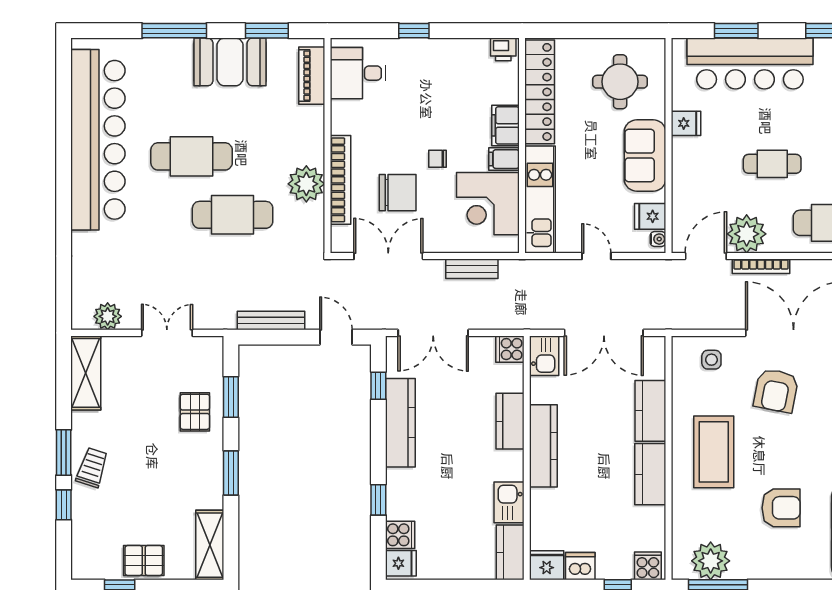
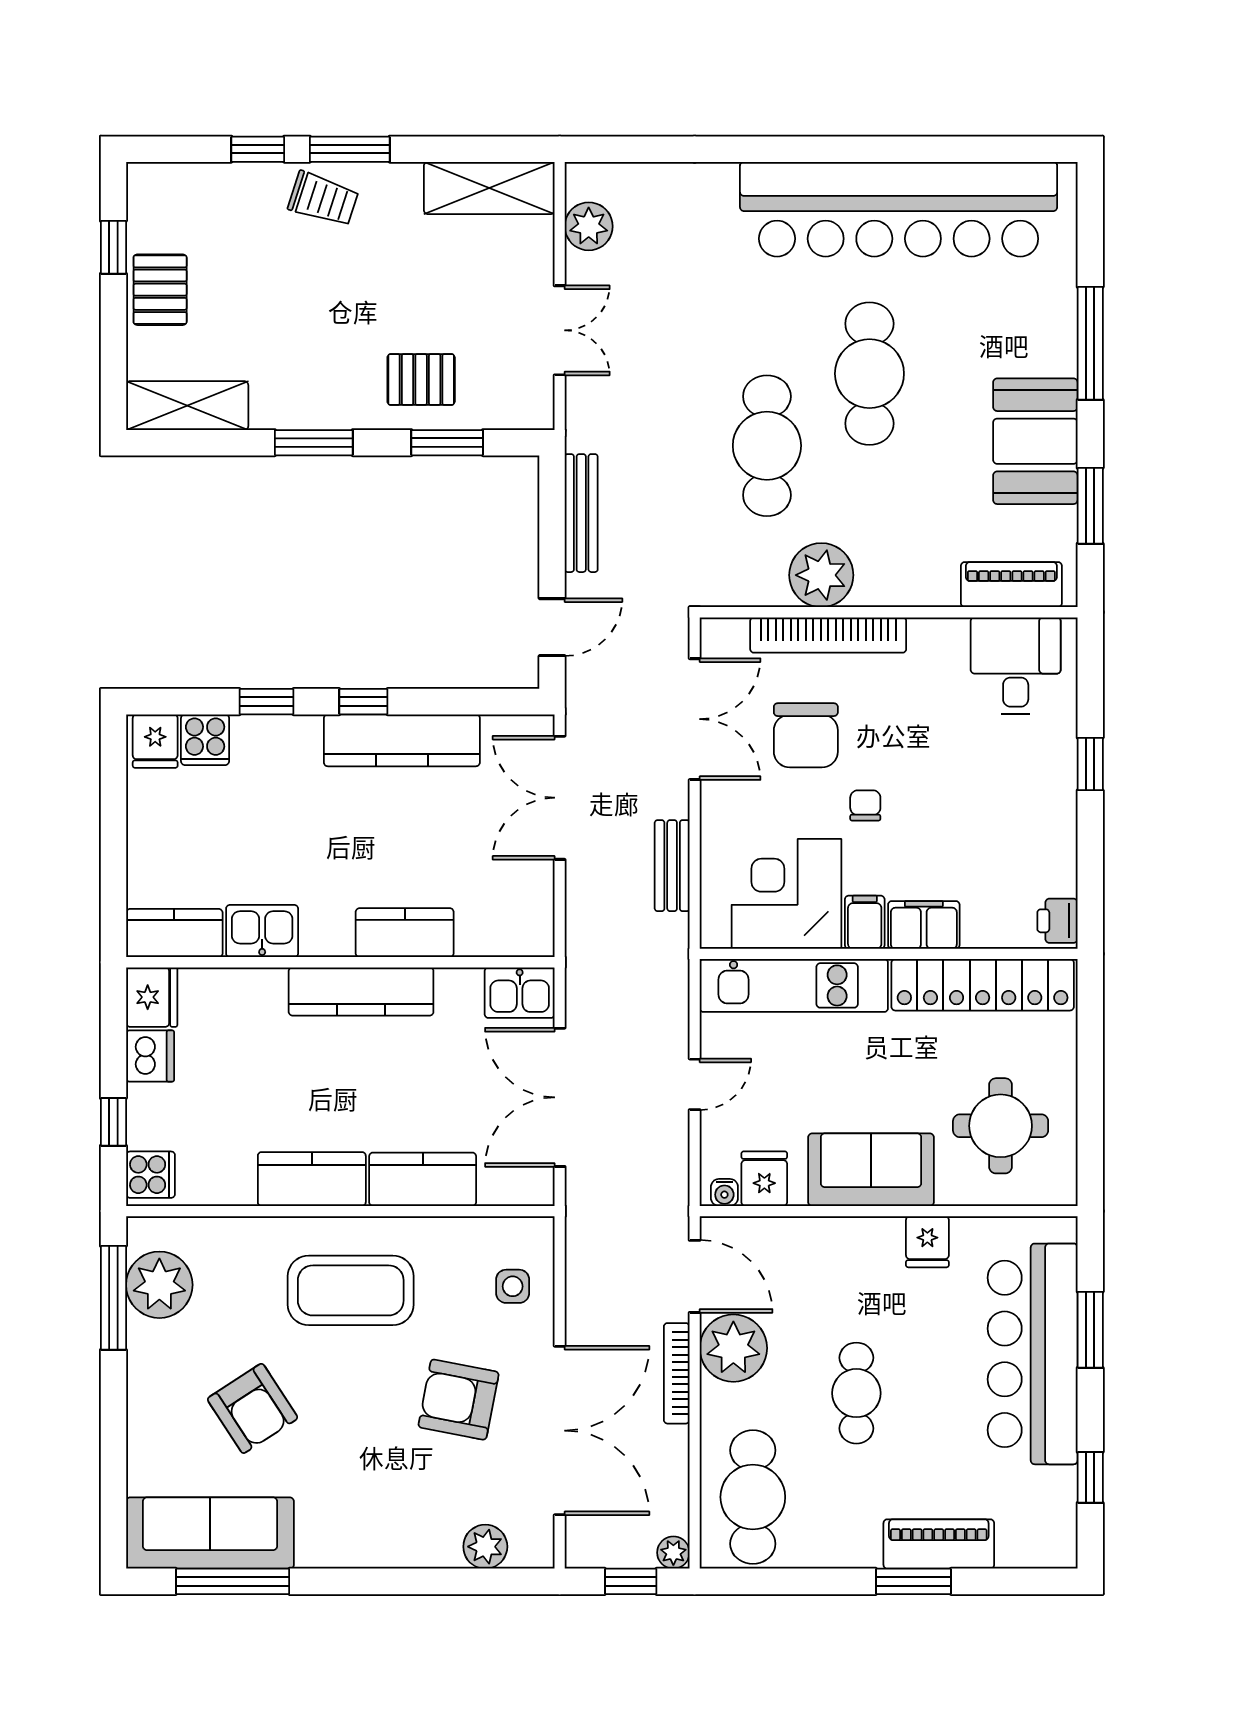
cooker: (510, 349) -> (531, 933), removed
window: (378, 386) -> (363, 702), moved
armchair: (781, 508) -> (253, 1408), turned -33

